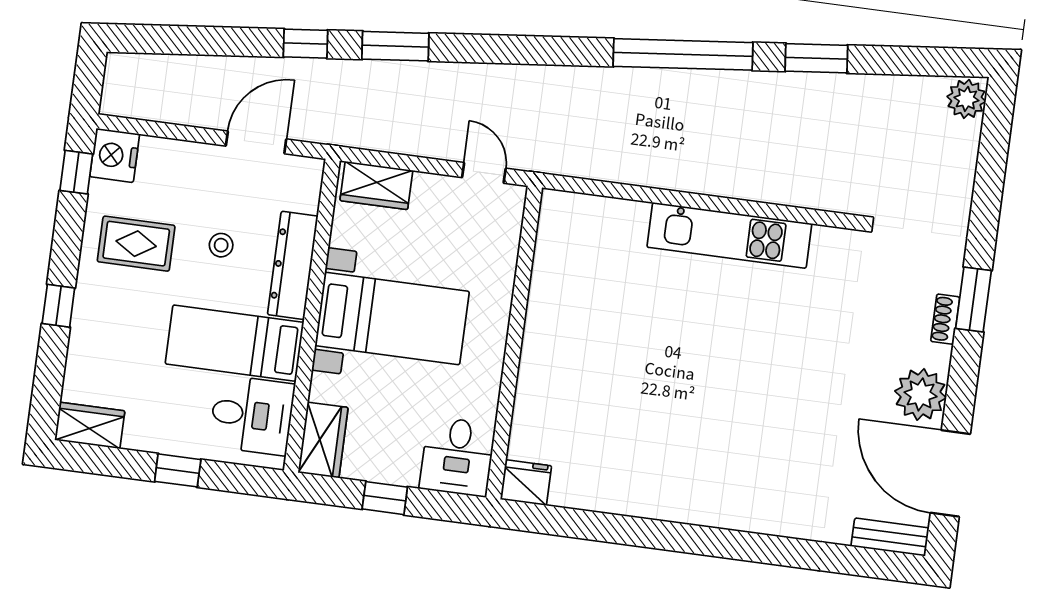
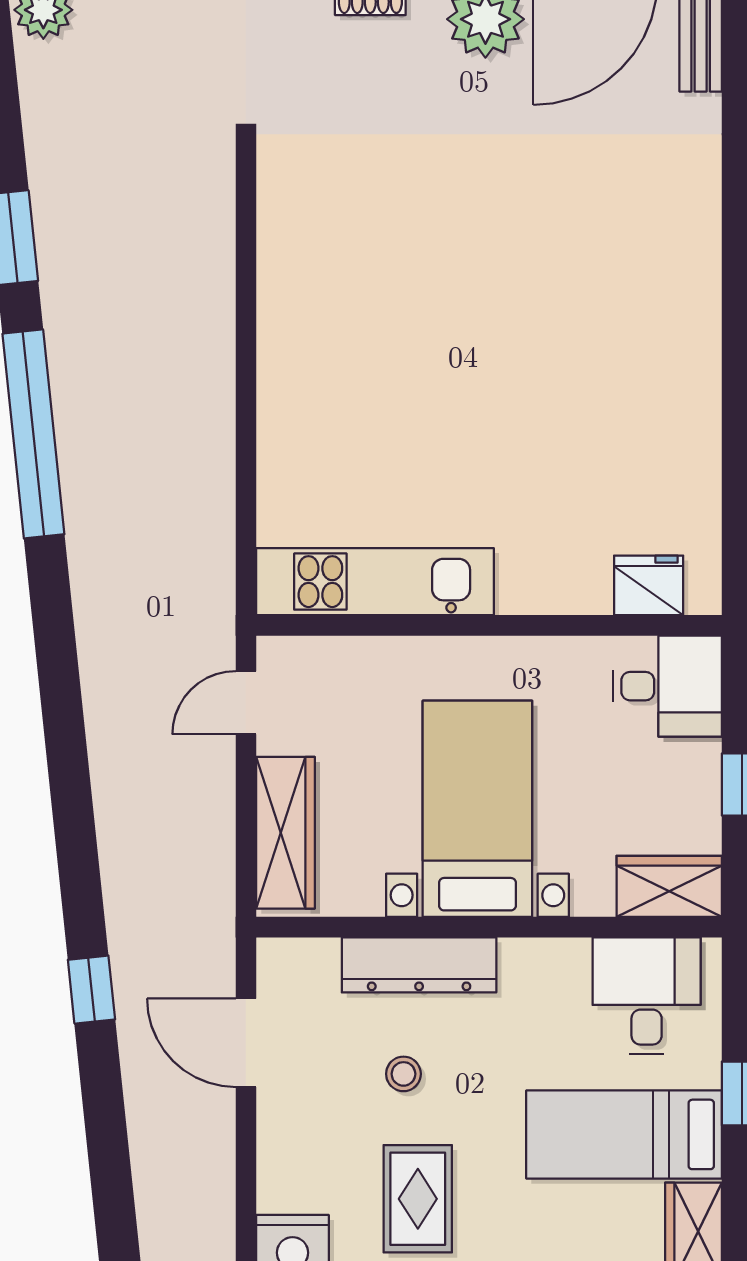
window: (395, 46) -> (78, 857), removed
wardrobe: (376, 185) -> (286, 833), width x1.50
kitchen unit: (729, 235) -> (375, 582), moved, turned -90
bed: (234, 343) -> (624, 1134), moved, turned 90
fridge: (526, 483) -> (649, 585), moved, turned 90

